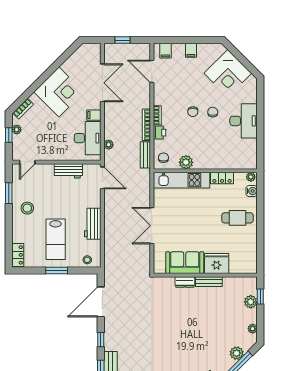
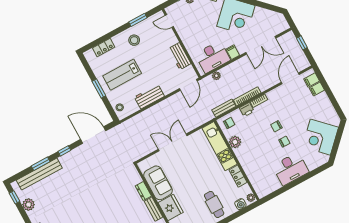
filing cabinet: (191, 50) -> (317, 89), moved
locker: (18, 255) -> (104, 47), moved

